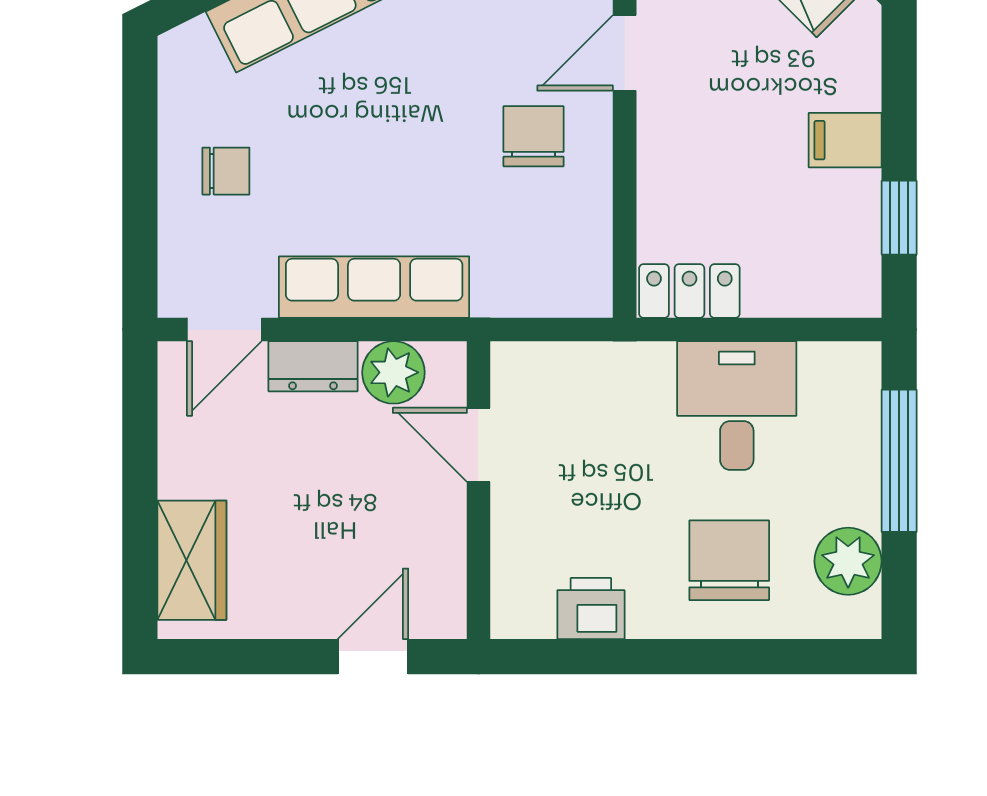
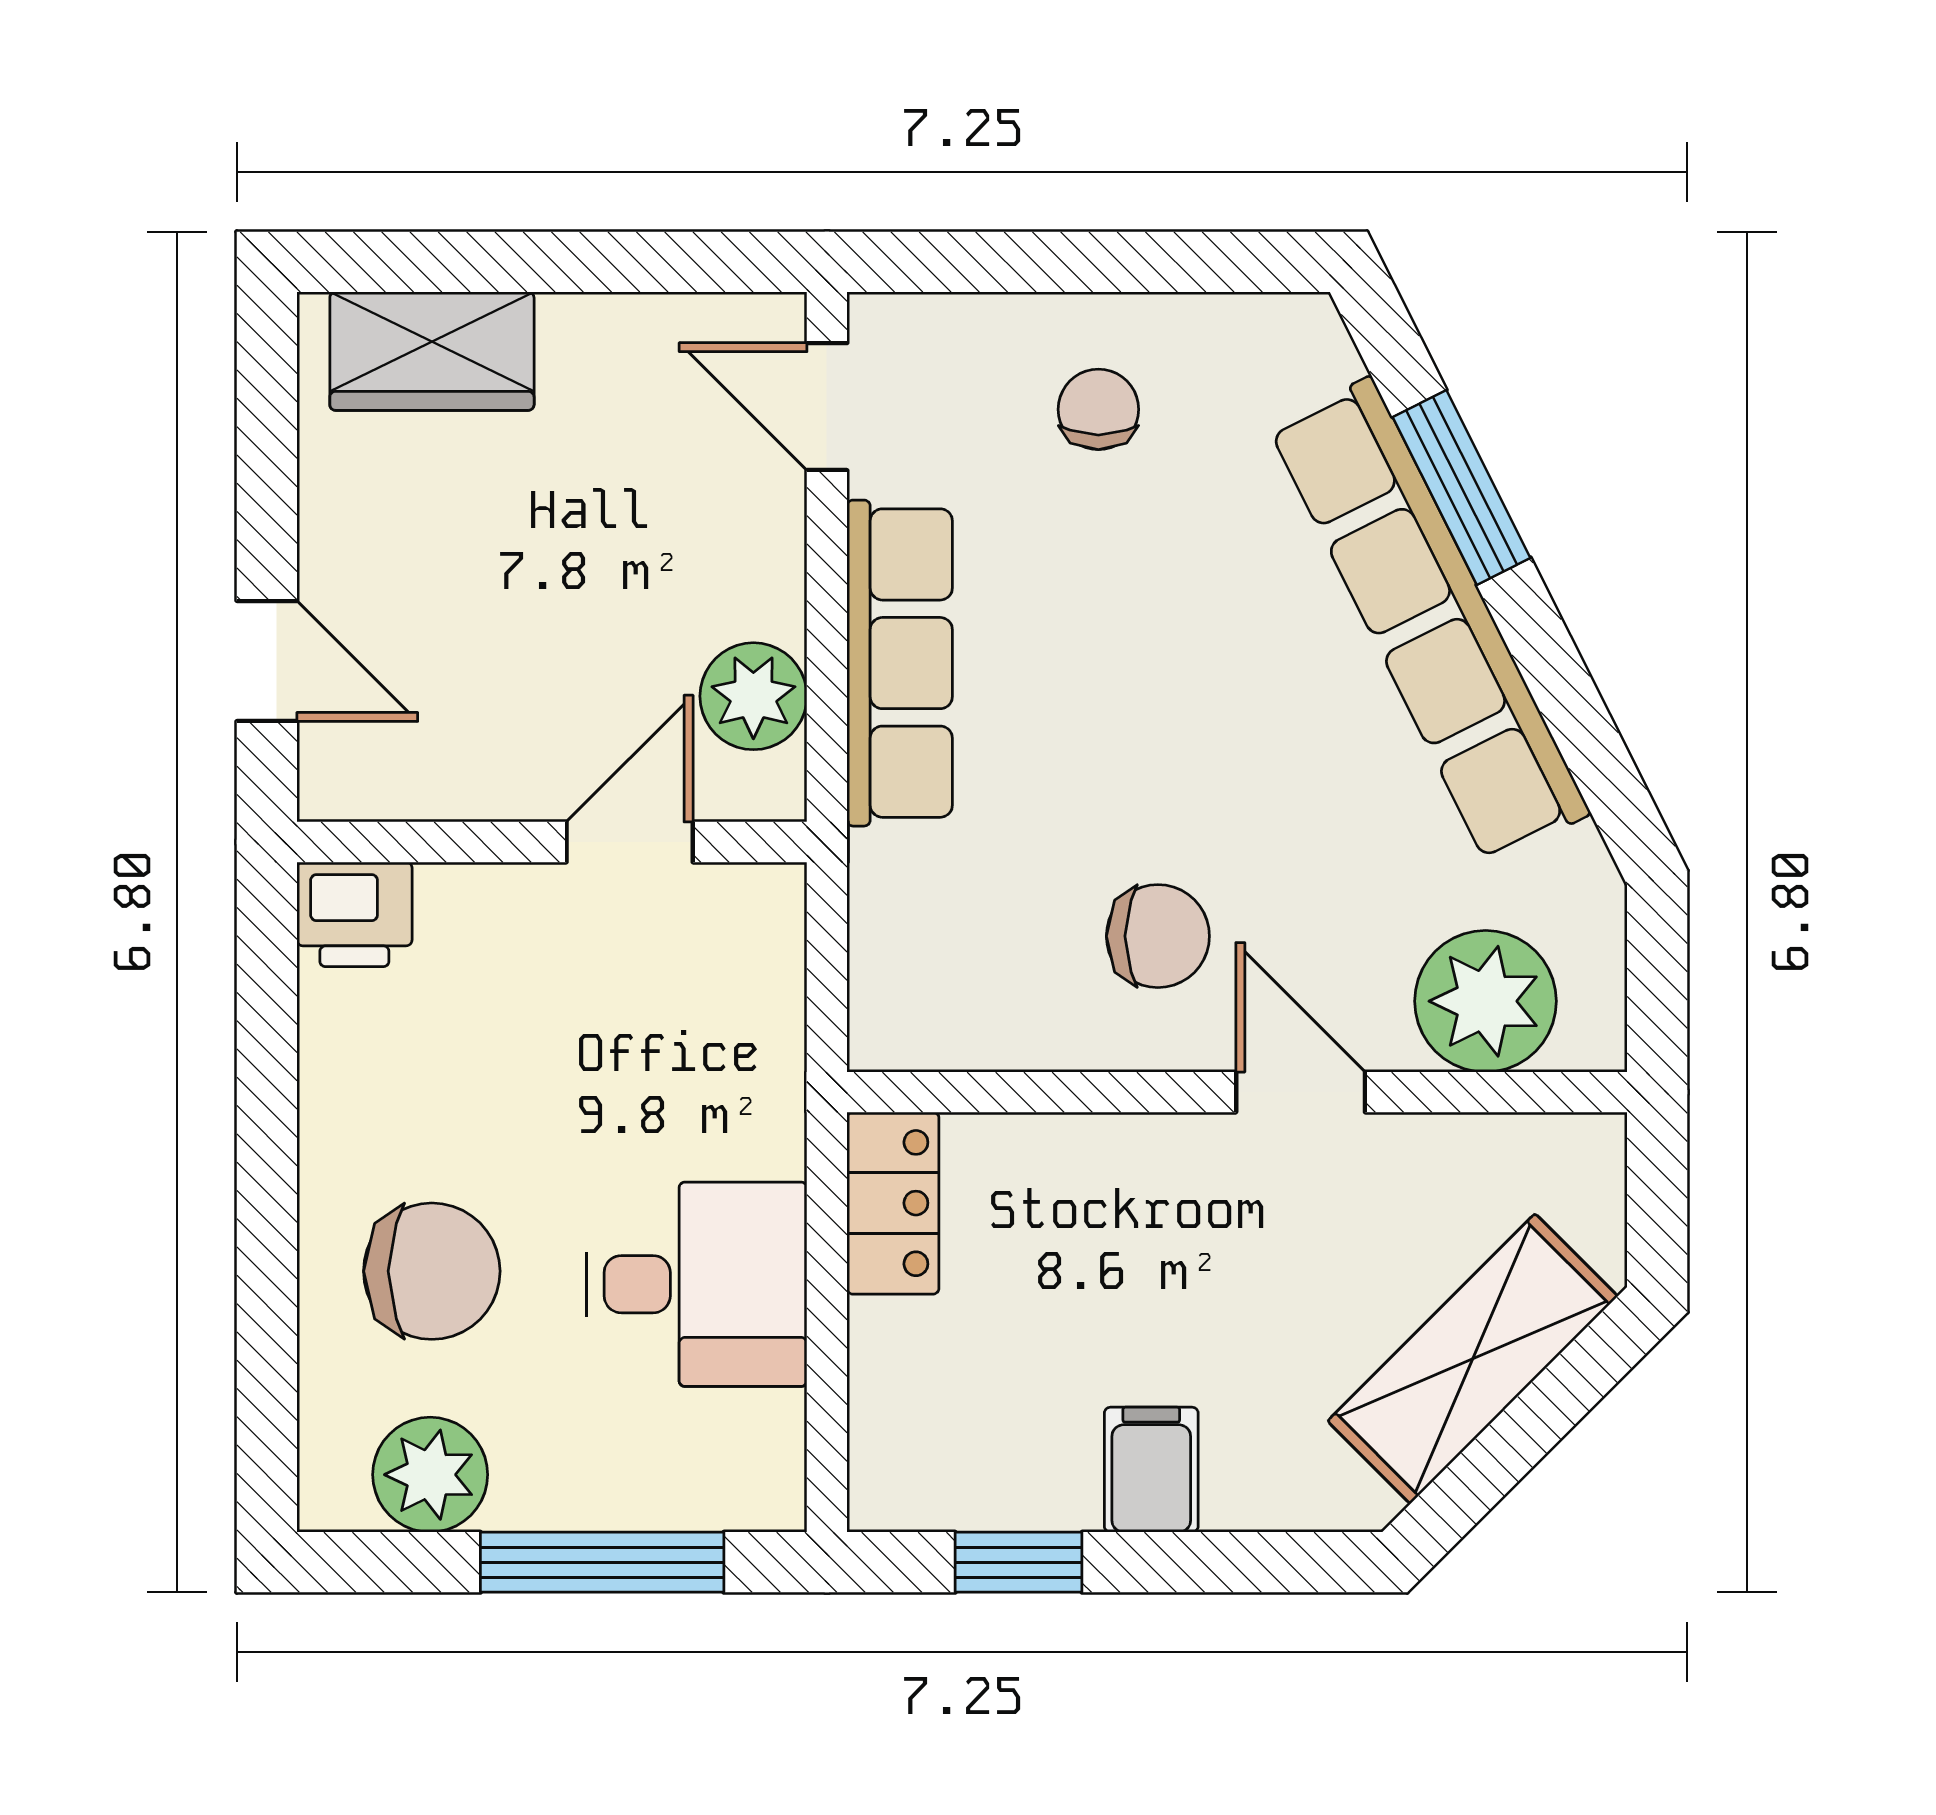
chair: (226, 171) -> (1098, 409), turned 180
dresser: (313, 366) -> (764, 558), removed
printer: (591, 609) -> (354, 914), moved, turned 90

